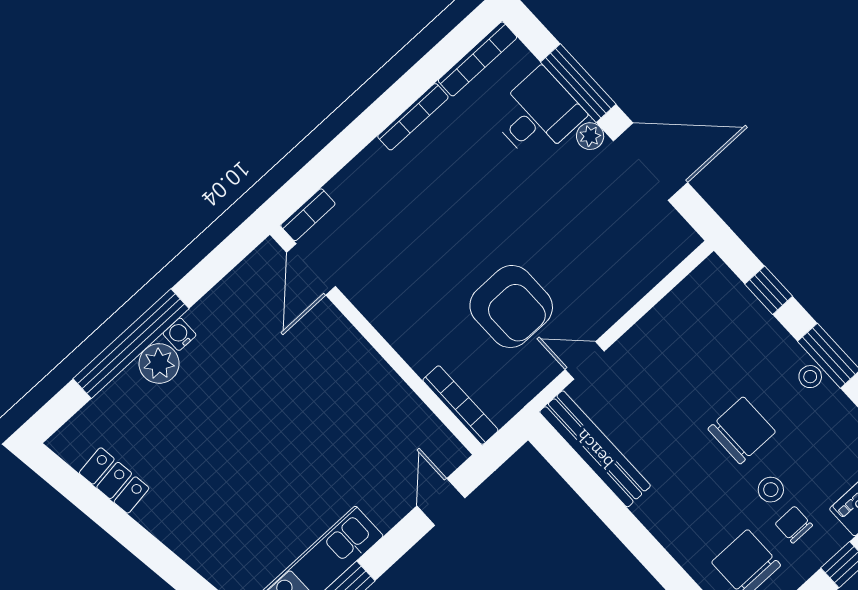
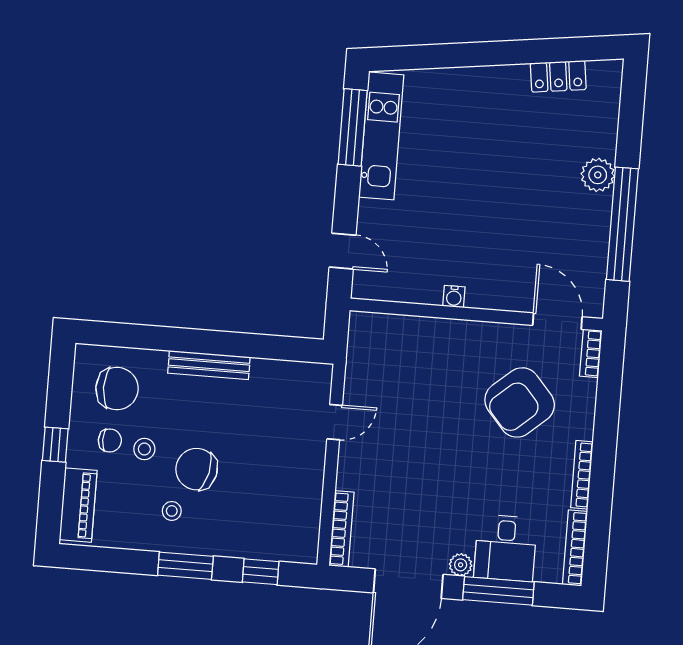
armchair: (511, 306) -> (520, 402), moved, turned -41
water cooler: (180, 334) -> (454, 296), moved, turned 90
window: (131, 344) -> (622, 224), moved
stool: (810, 377) -> (172, 511), moved
bookcase: (460, 405) -> (341, 529), moved, turned -90
chair: (742, 430) -> (197, 469), turned 103
bench: (595, 449) -> (209, 365), moved, width x0.73, depth x0.82

